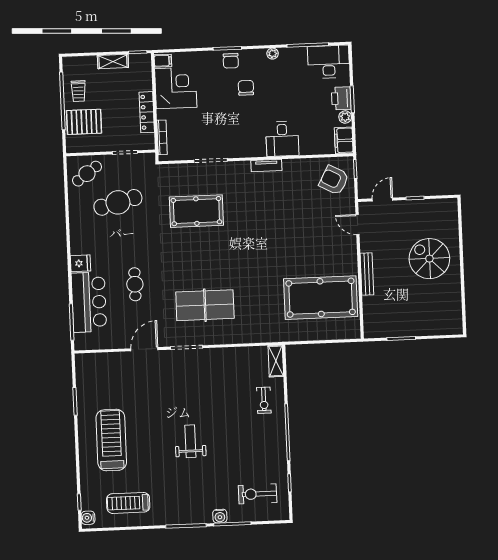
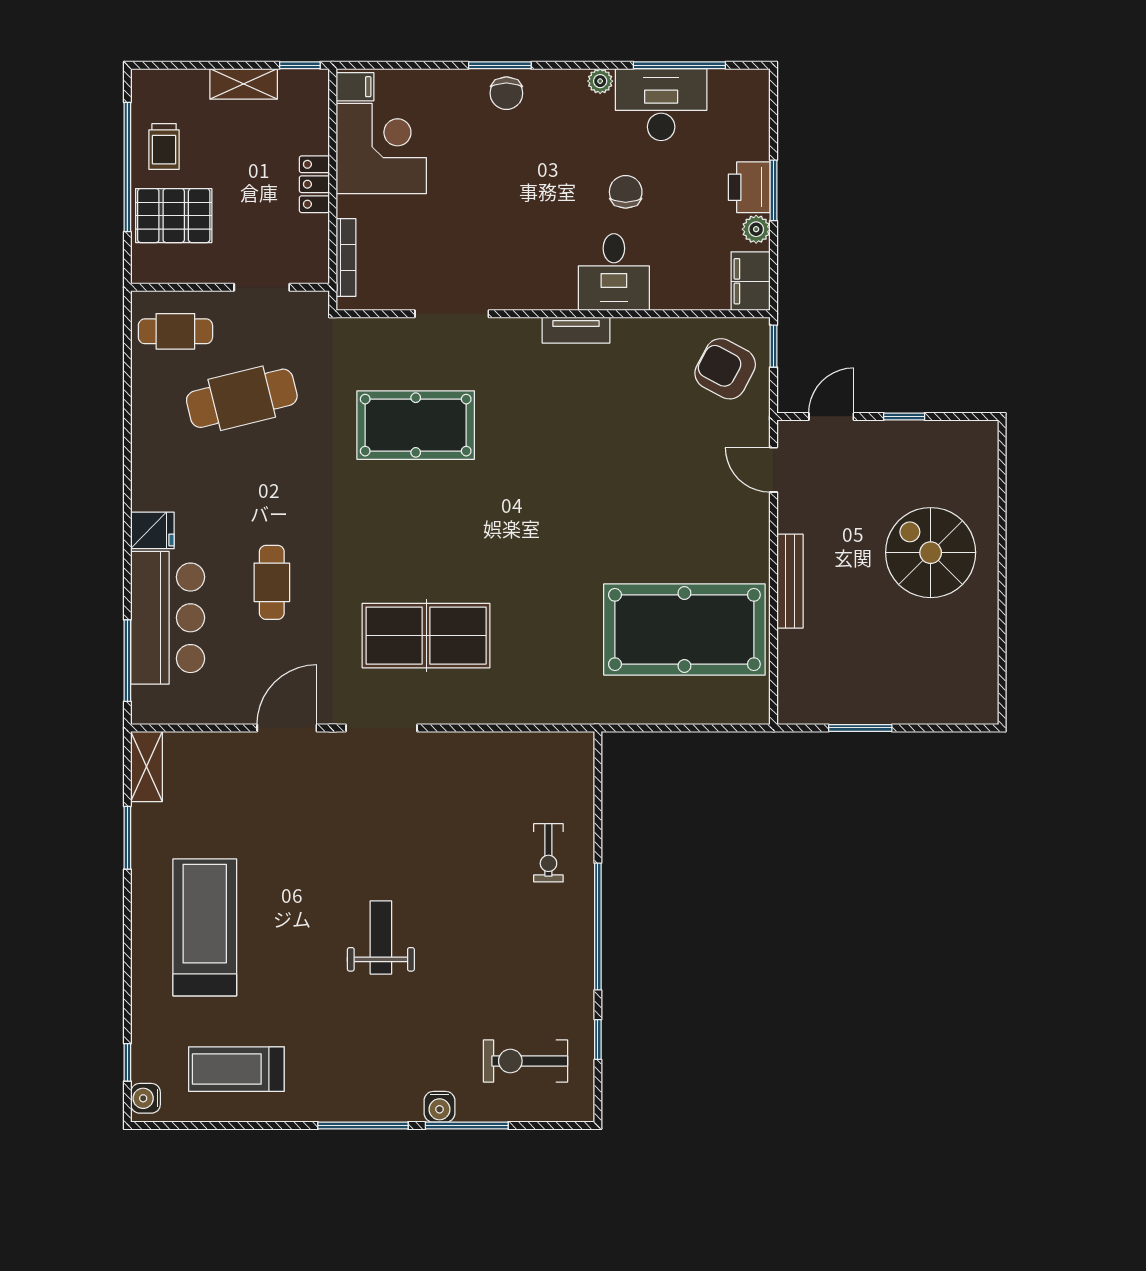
desk: (329, 62) -> (661, 105), moved
chair: (246, 88) -> (626, 192), moved
locker: (147, 112) -> (314, 184), width x0.66
cafe table: (87, 174) -> (175, 331), turned 36
shelving: (276, 361) -> (147, 766), moved

